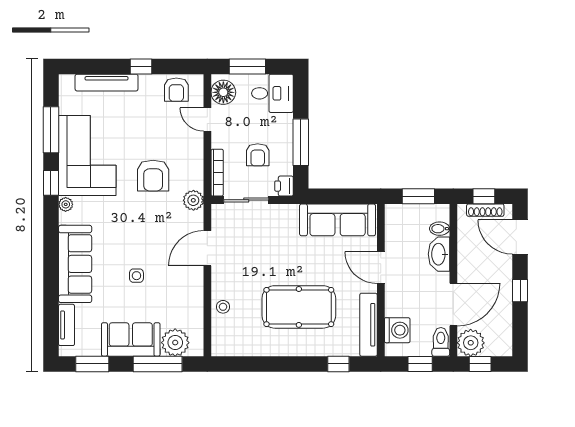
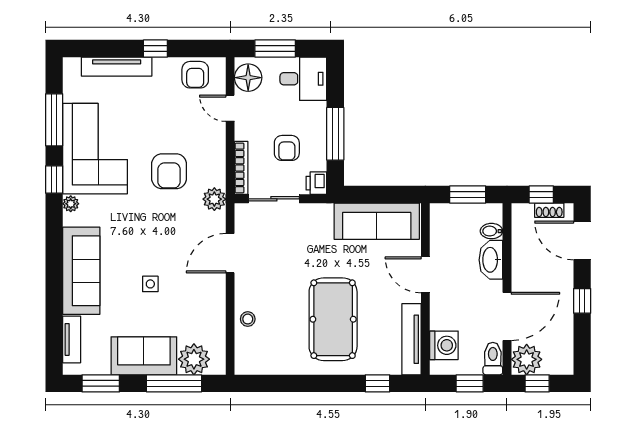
shoe rack: (485, 210) -> (549, 210), width x0.70
pool table: (299, 307) -> (333, 319), turned 90

